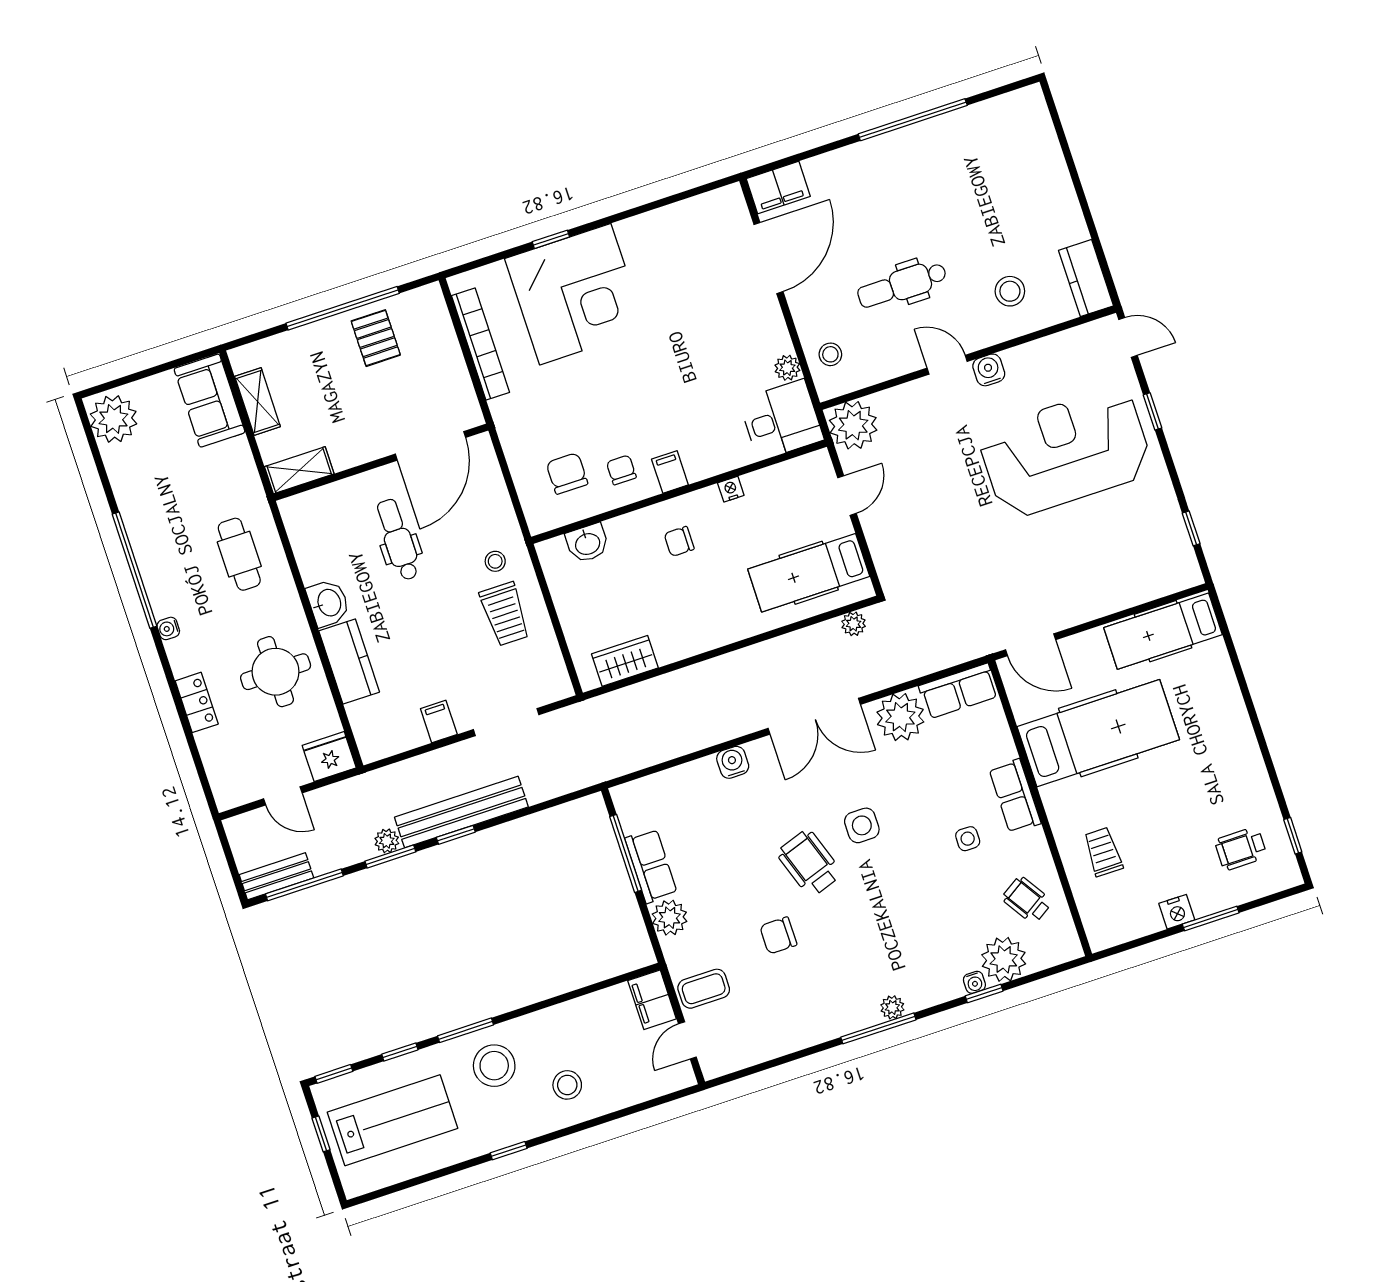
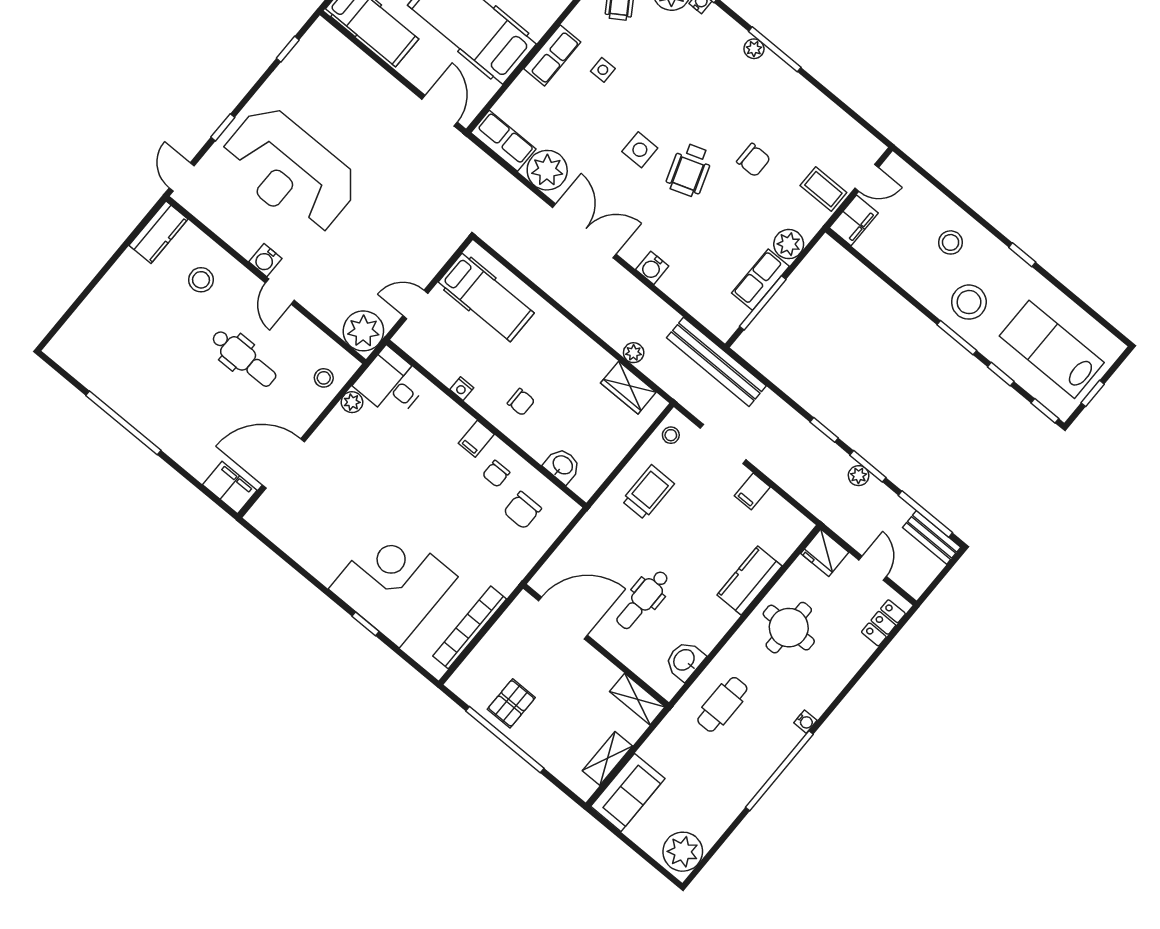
stool: (495, 561) -> (671, 435), moved
washbasin: (328, 603) -> (685, 660), moved
plant: (854, 624) -> (634, 353), moved
locker: (197, 702) -> (883, 623), moved
bench: (461, 812) -> (716, 362), moved

